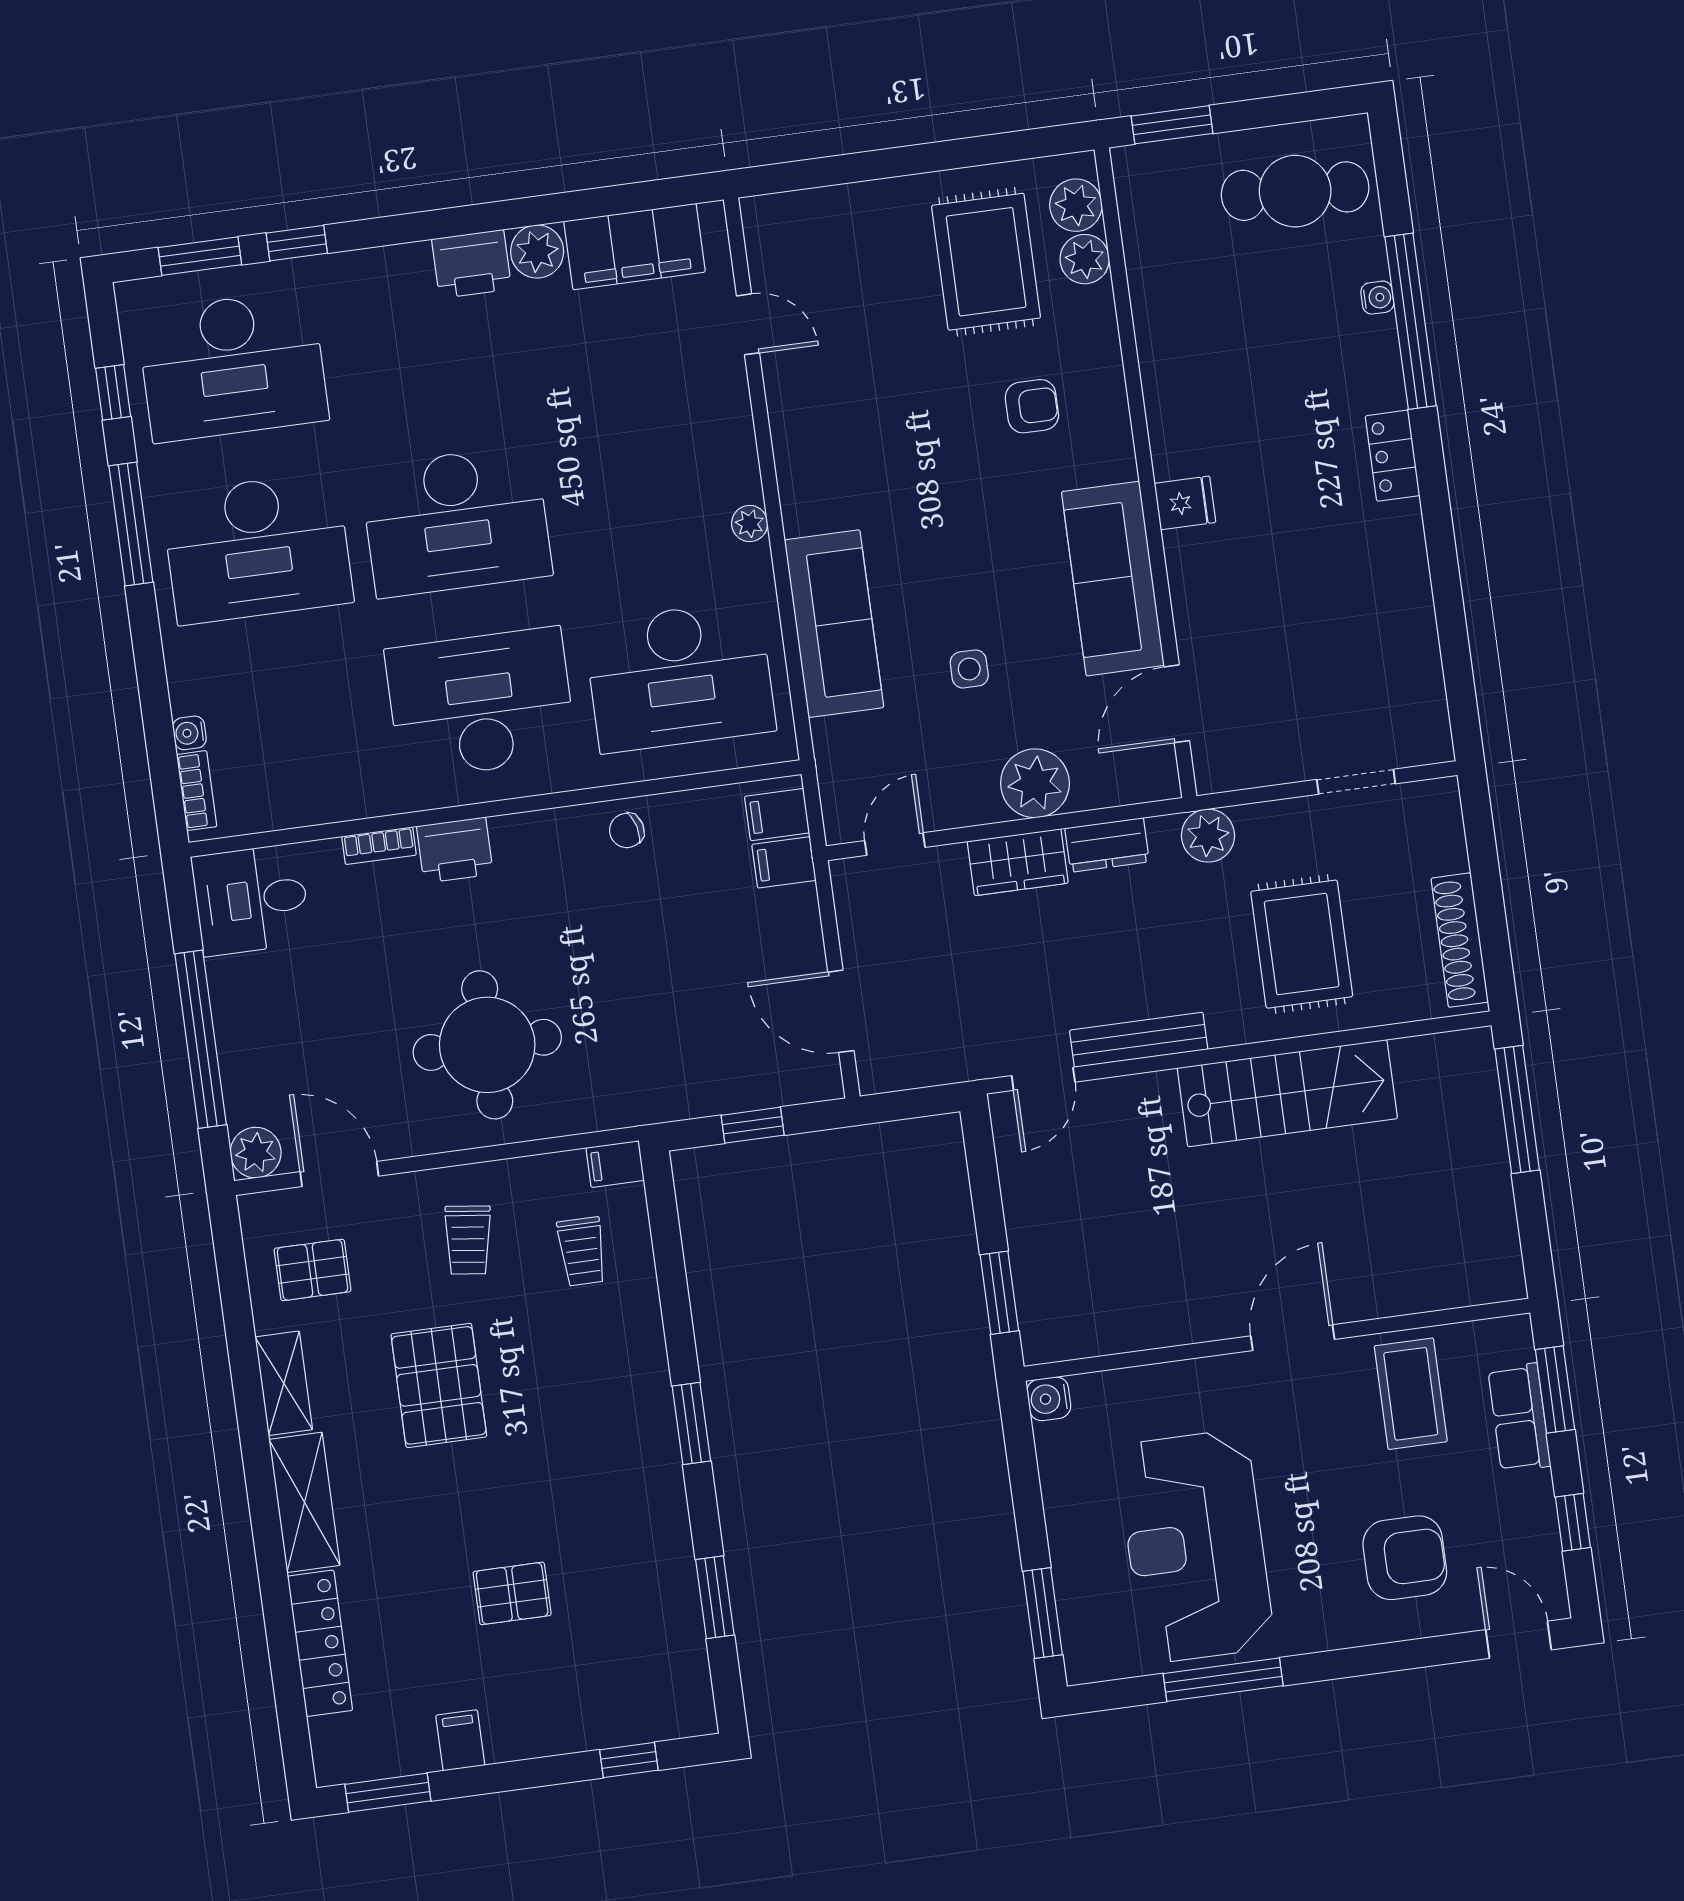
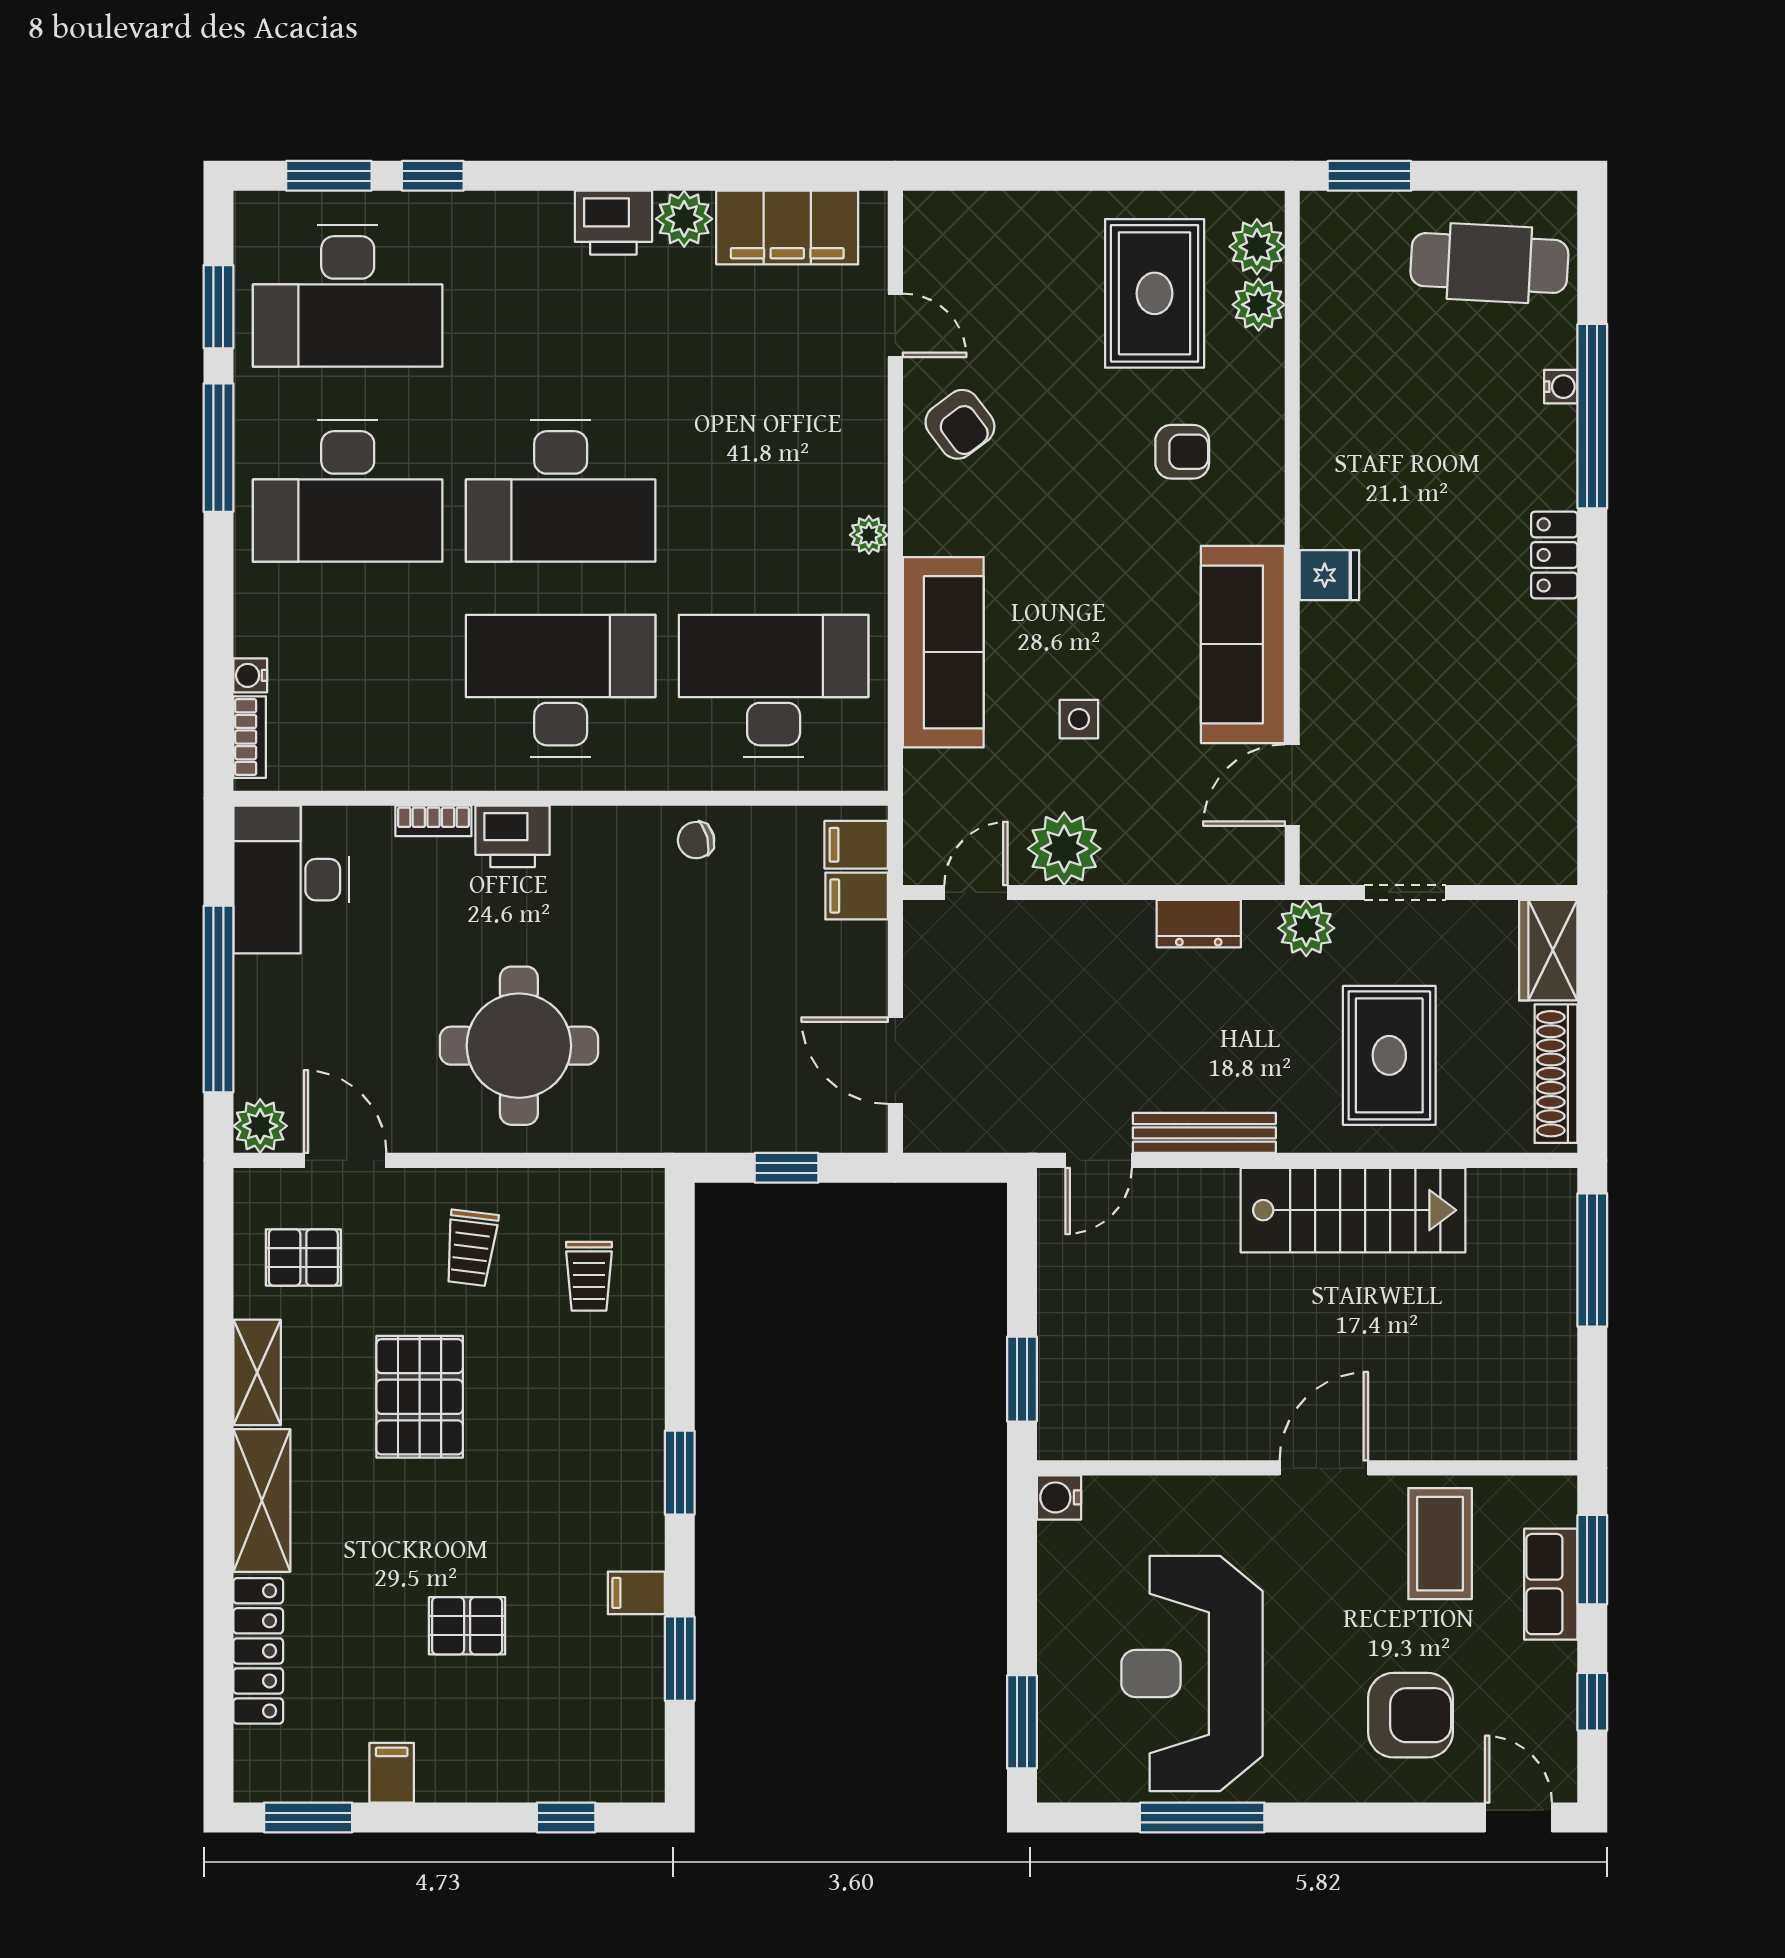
window: (113, 392) -> (218, 307), width x1.50
armchair: (821, 409) -> (960, 424), added
desk: (680, 676) -> (774, 686), turned 180
doorway: (1356, 782) -> (1405, 892), moved
plant: (1035, 783) -> (1064, 849), moved
wardrobe: (1018, 862) -> (1548, 950), moved, turned 90
desk: (251, 900) -> (291, 880), width x1.37
filing cabinet: (615, 1164) -> (636, 1593), moved

